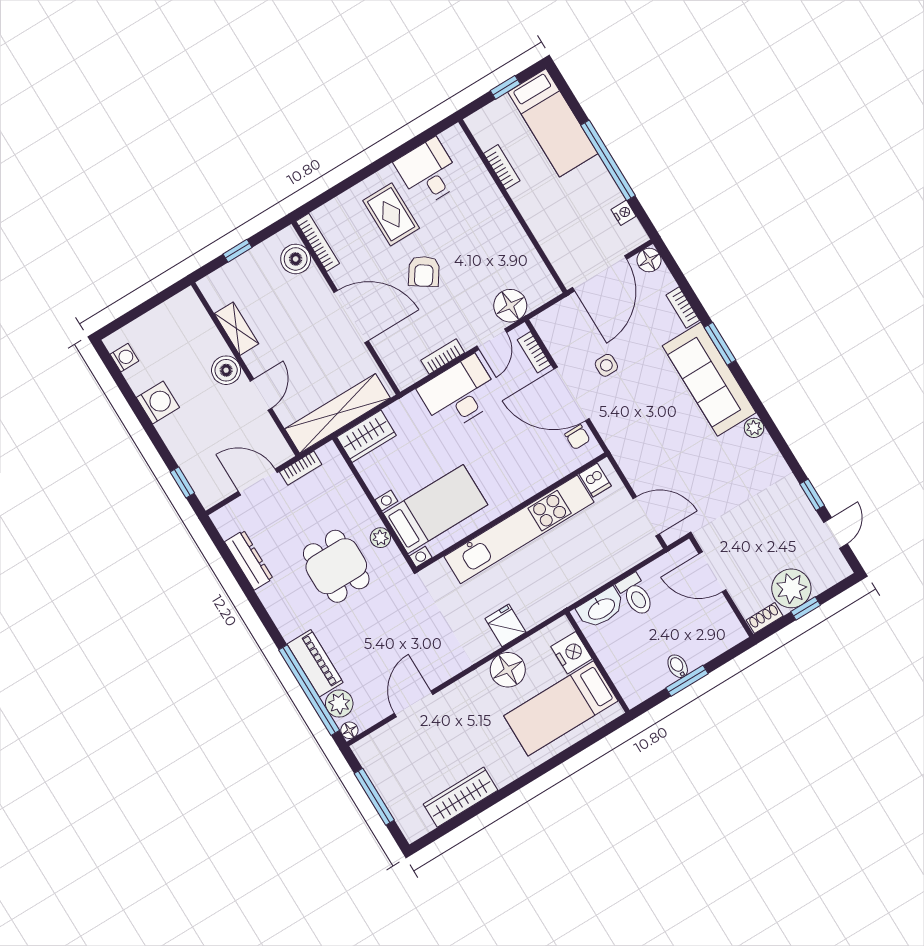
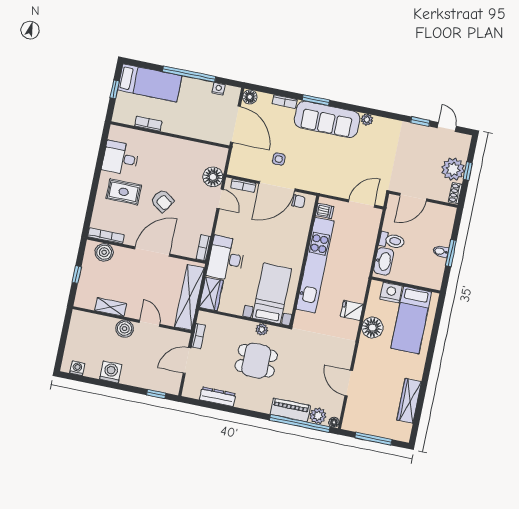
bookcase: (443, 356) -> (203, 248), moved
desk: (459, 394) -> (226, 258), moved

